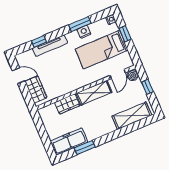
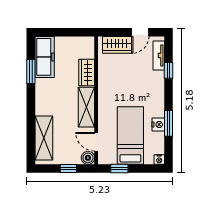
window: (125, 34) -> (119, 169), moved
tv unit: (50, 46) -> (159, 55), moved, width x0.71

